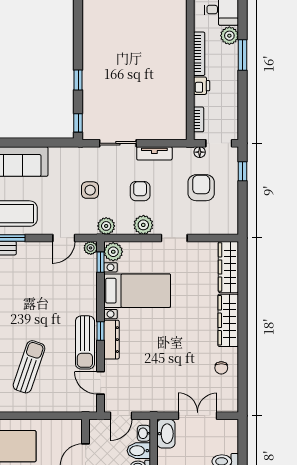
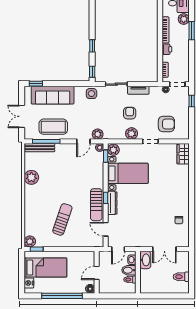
armchair: (201, 188) -> (166, 124), moved, turned 90
side table: (90, 190) -> (91, 94), moved
plant: (106, 226) -> (98, 134), moved
wardrobe: (228, 267) -> (183, 154), width x0.67
wardrobe: (228, 320) -> (183, 191), removed
double door: (198, 416) -> (164, 249), swing flipped

